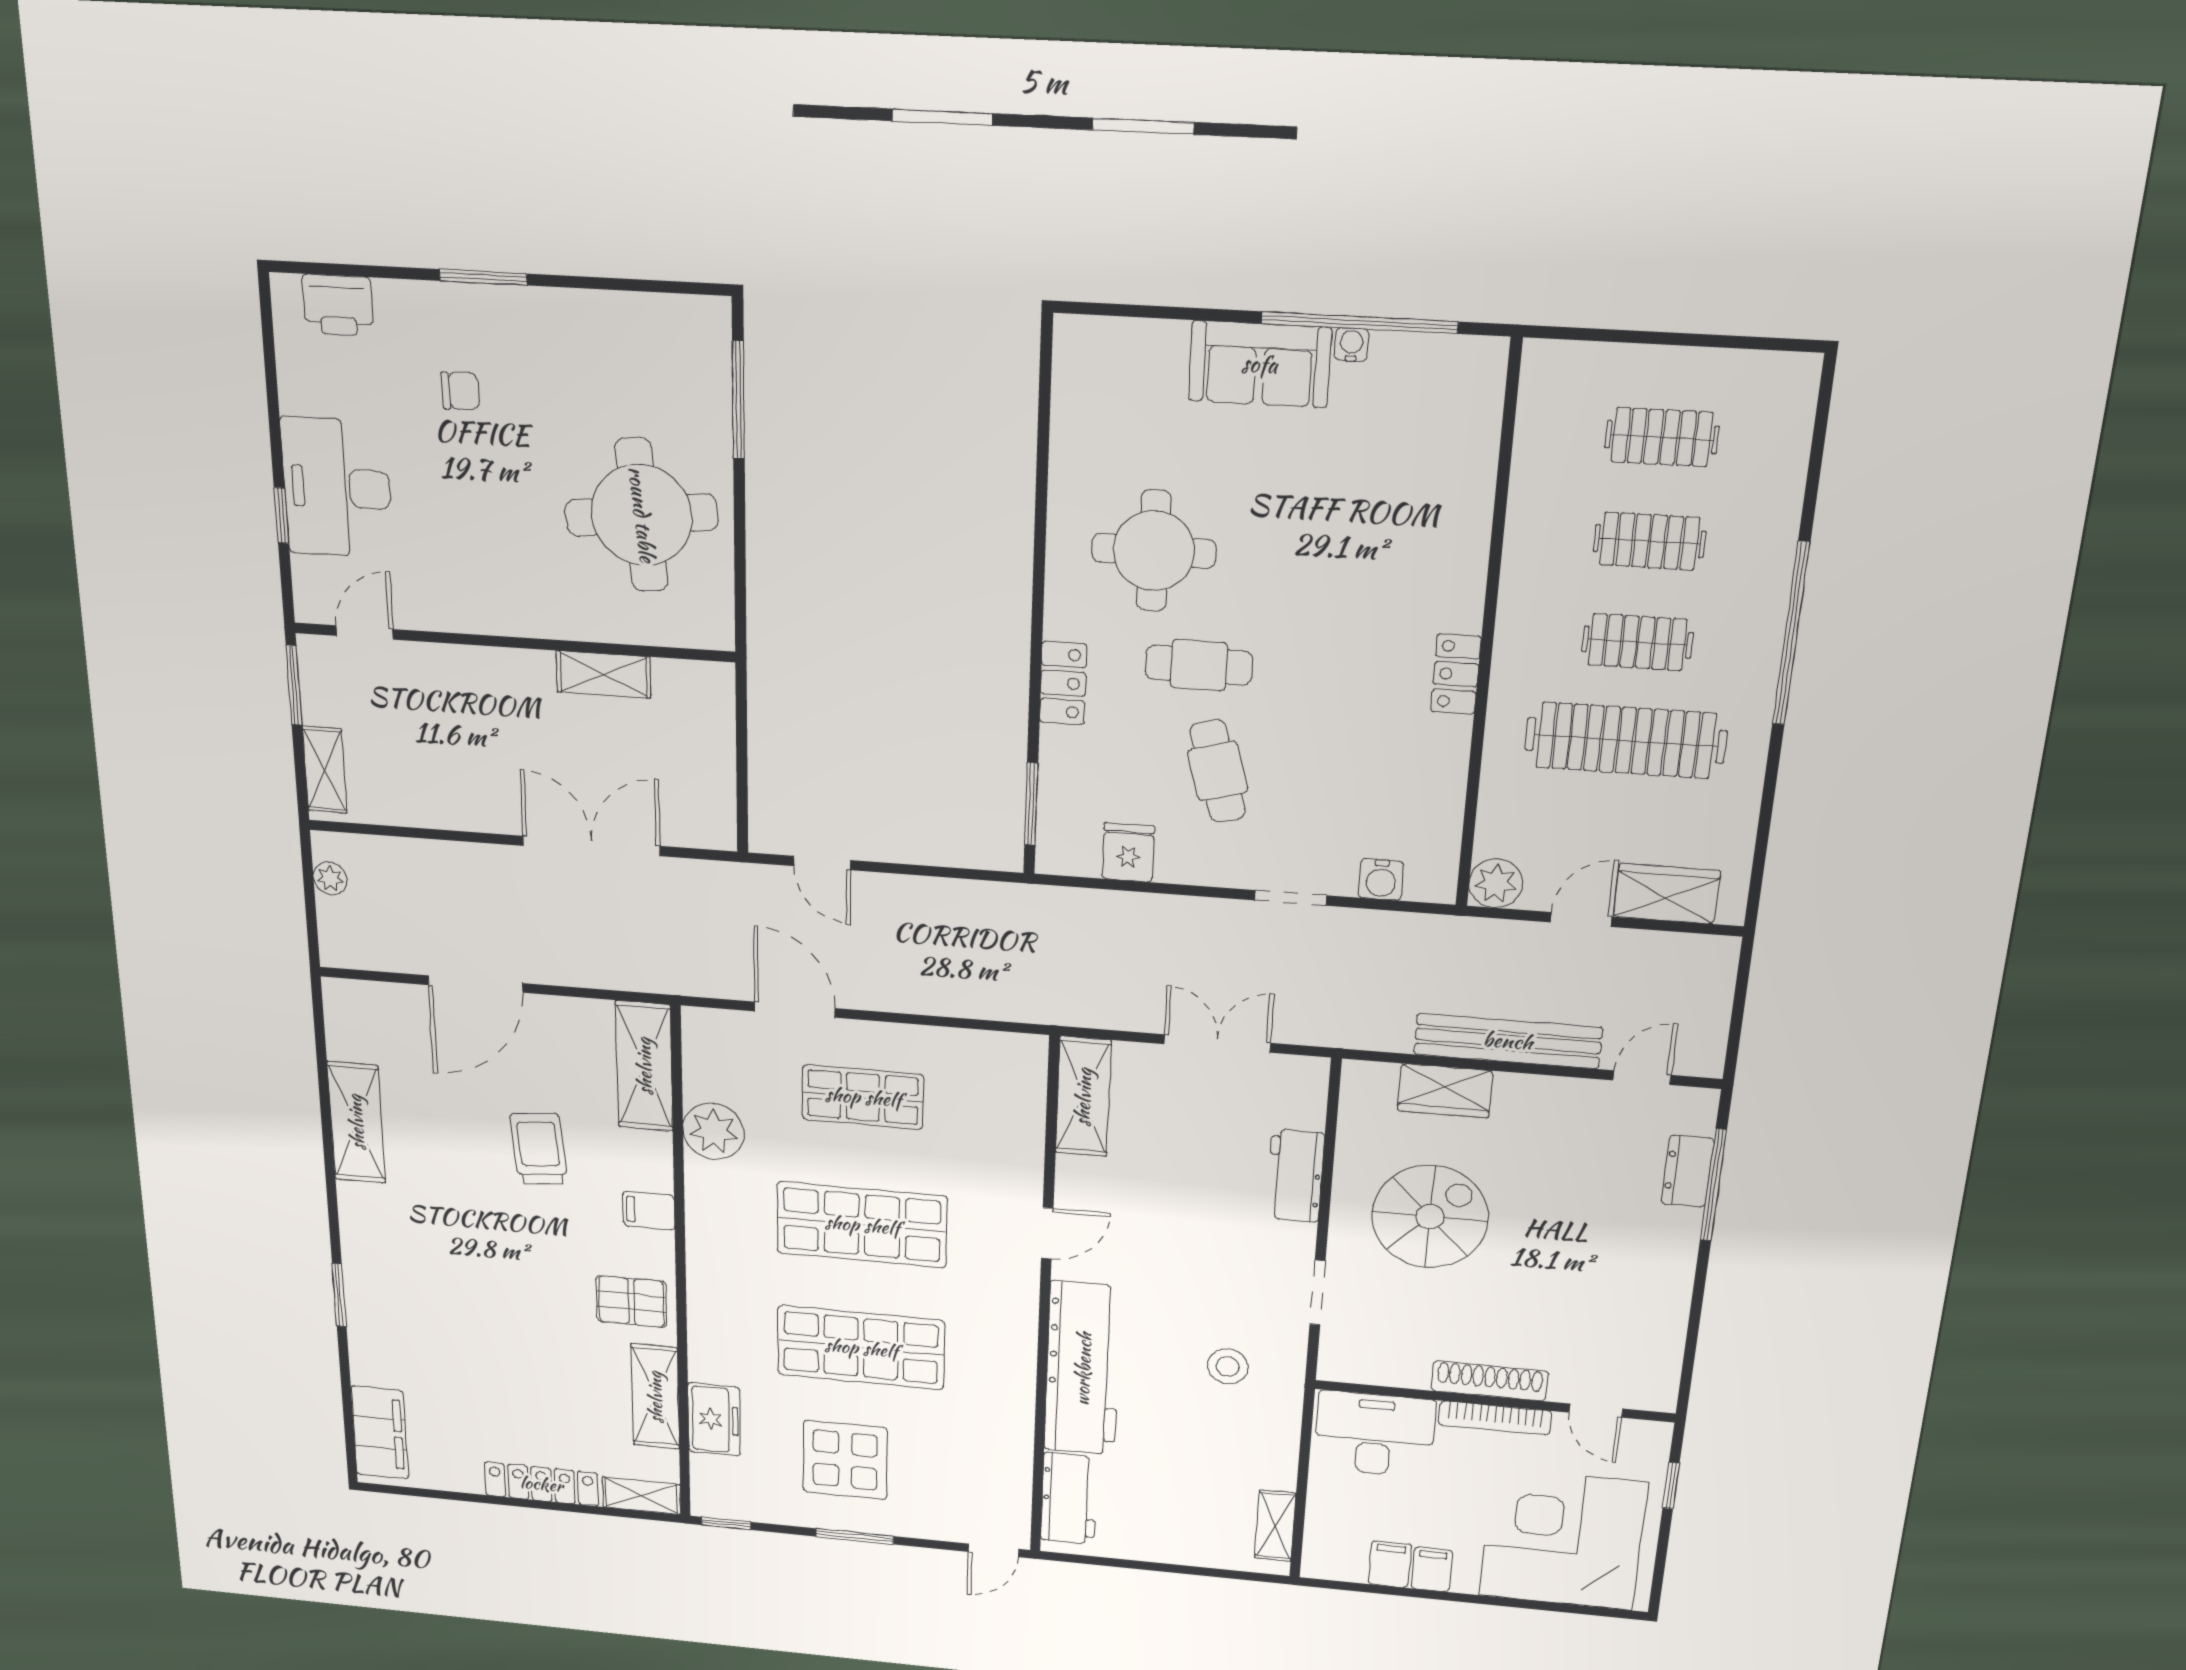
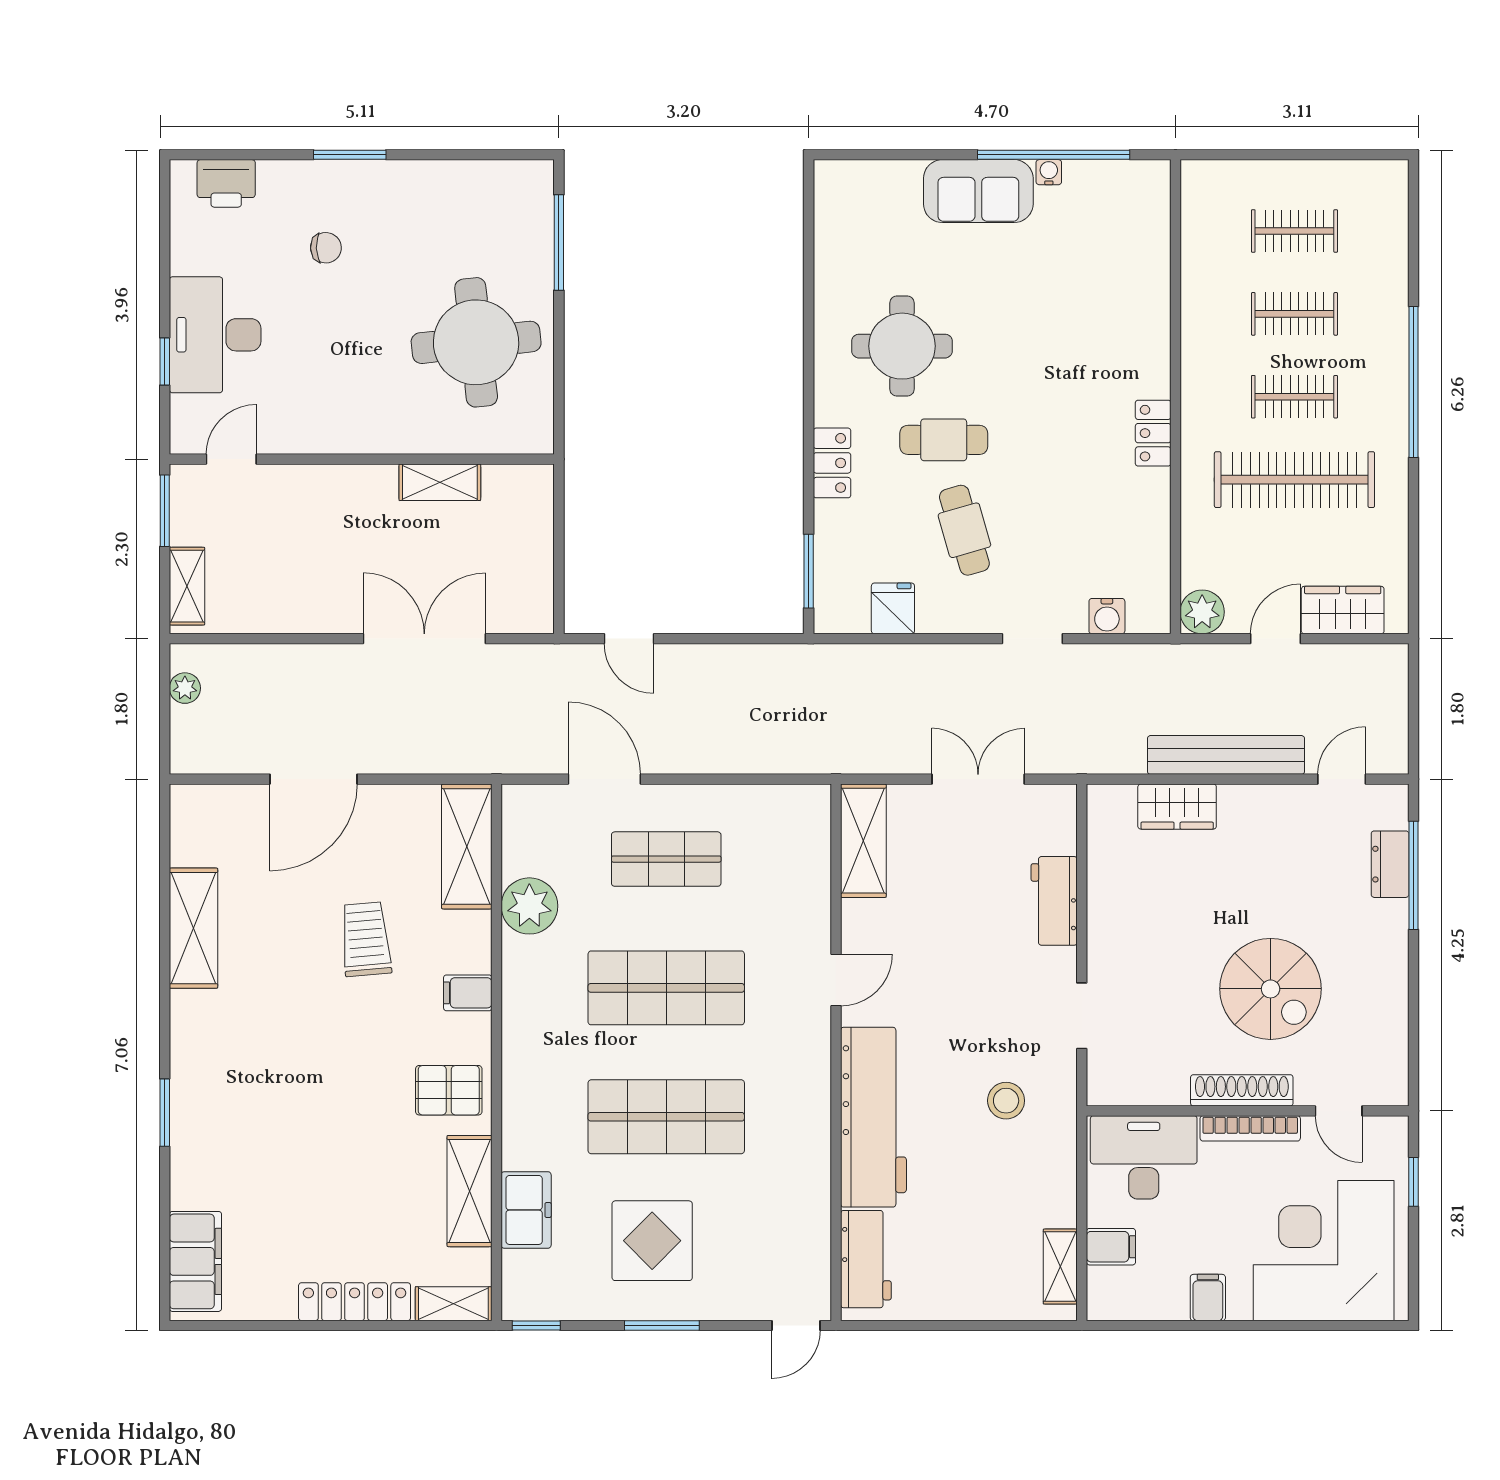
spiral stairs: (1430, 1217) -> (1271, 989), moved, turned 90
filing cabinet: (1390, 1564) -> (1111, 1247), moved, turned 90

